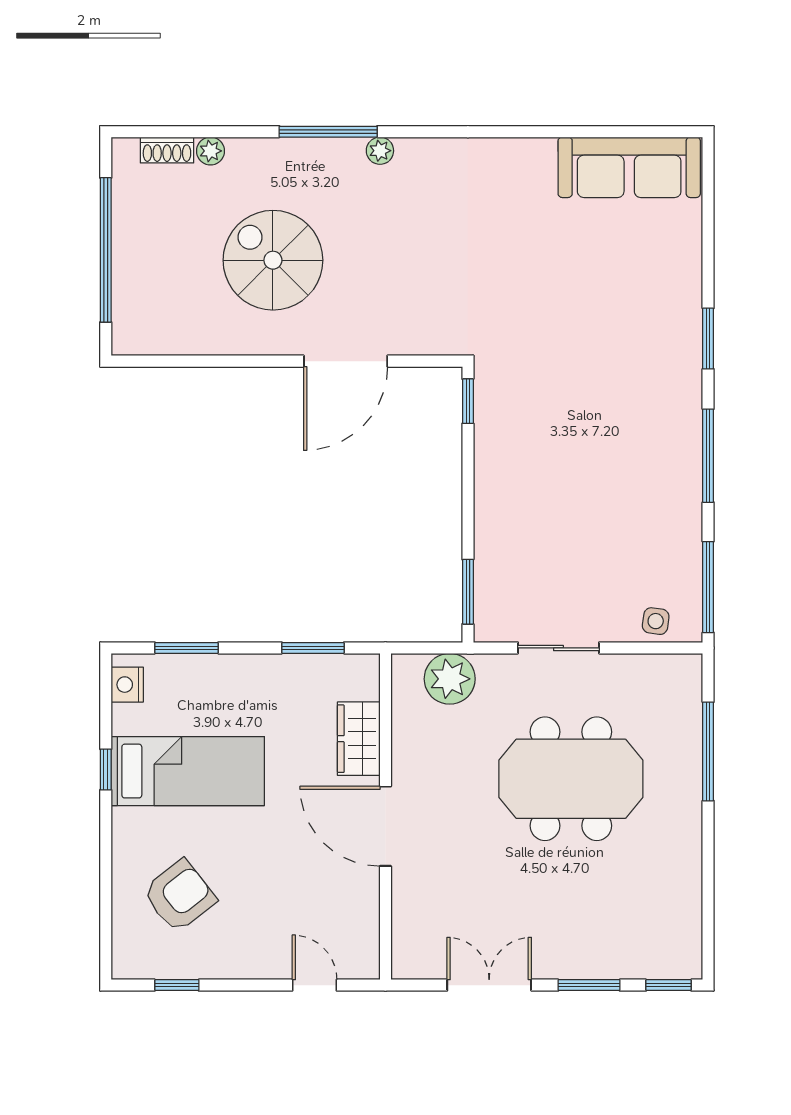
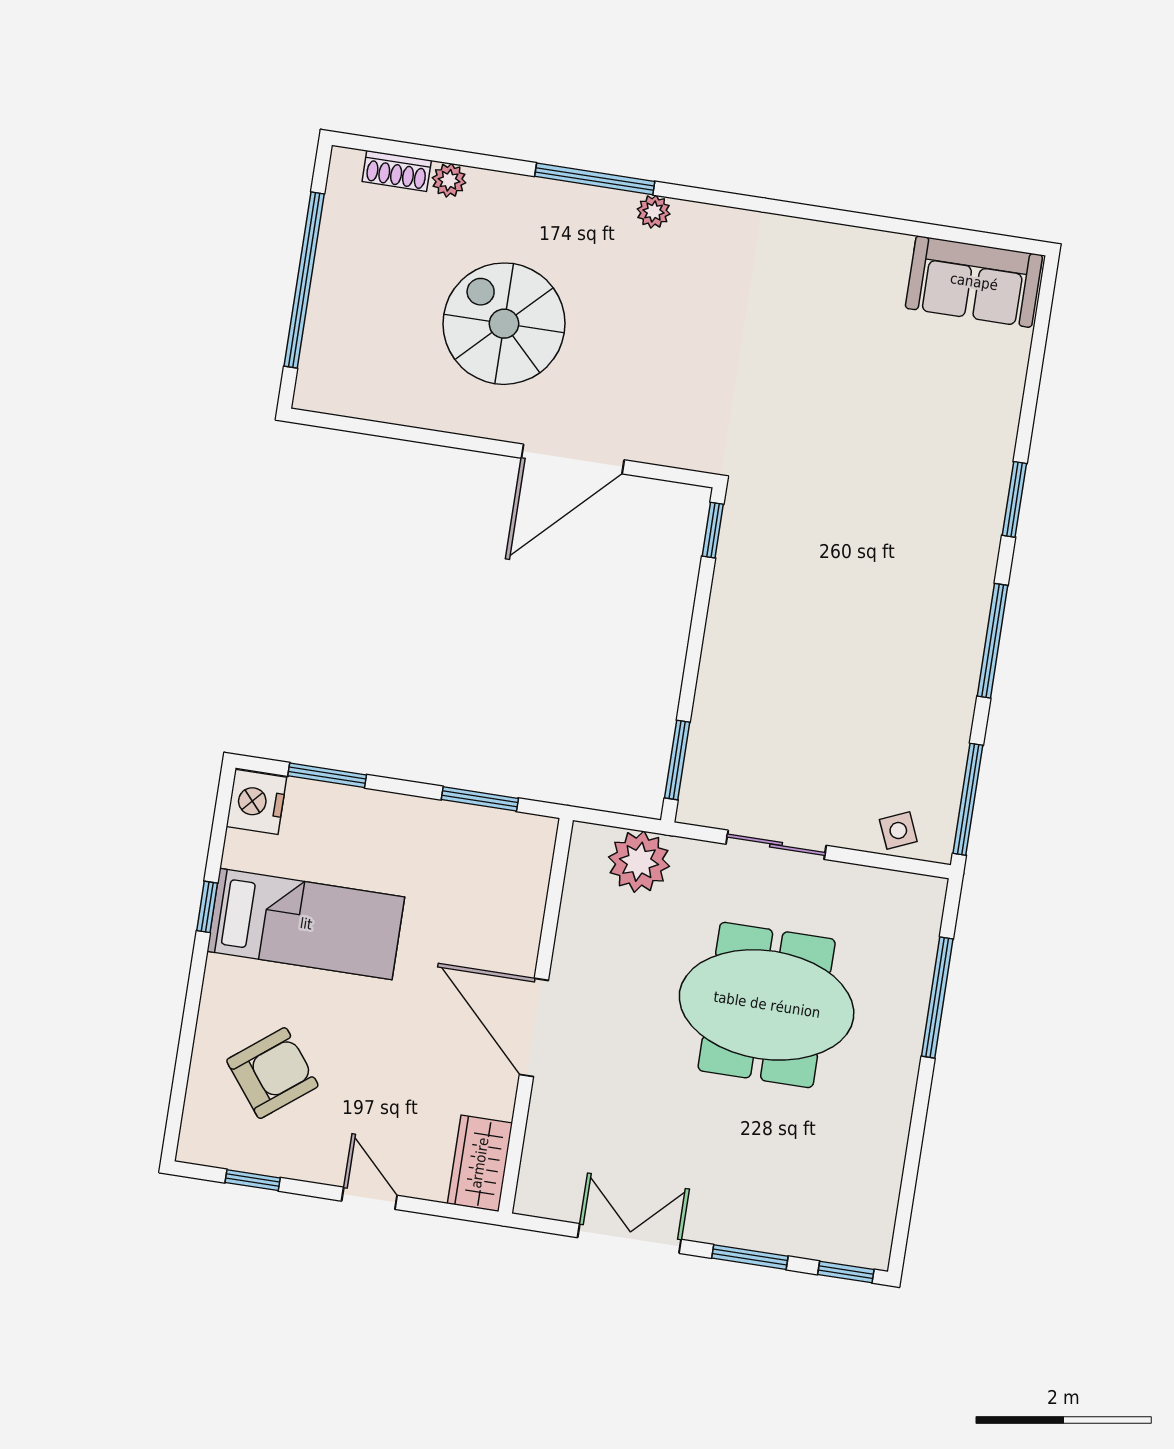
sofa: (629, 167) -> (974, 282), width x0.73
side table: (656, 621) -> (898, 831), turned -31
nightstand: (127, 685) -> (256, 802), width x1.36, depth x1.33
wardrobe: (359, 739) -> (480, 1163), moved
door: (314, 985) -> (369, 1198), moved

